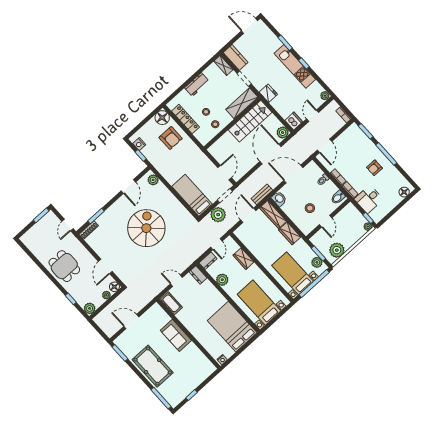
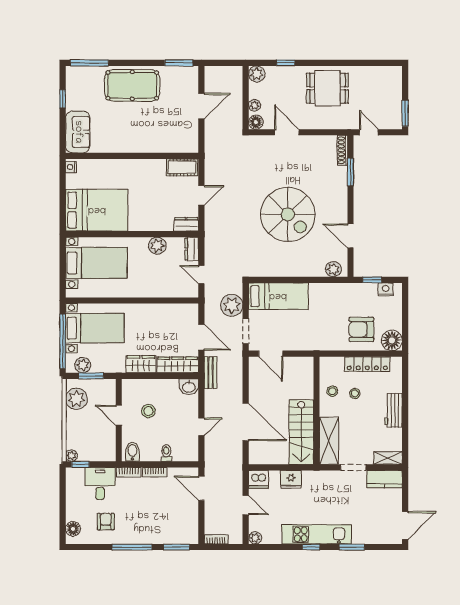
fridge: (268, 93) -> (291, 479), moved
plant: (283, 133) -> (257, 456), removed
armchair: (374, 168) -> (106, 522), moved
door: (293, 174) -> (201, 427), width x0.53
wardrobe: (243, 259) -> (159, 289), removed
sofa: (176, 335) -> (78, 132), moved, turned 90

